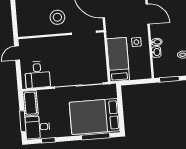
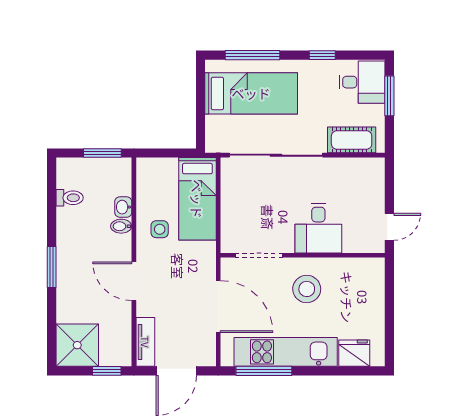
desk: (37, 75) -> (318, 228), moved, turned 180
cot: (30, 103) -> (352, 140), moved, turned 90
bed: (95, 116) -> (251, 93), width x0.67
window: (48, 140) -> (322, 55), moved

